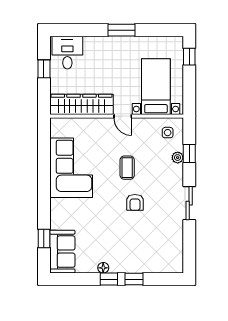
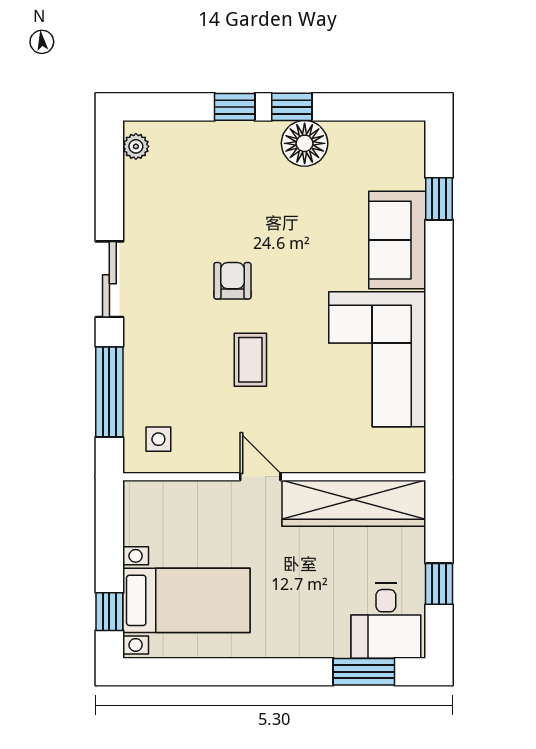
window: (122, 30) -> (364, 672), moved
bed with nightstands: (156, 87) -> (186, 600), moved, turned -90
window: (189, 153) -> (109, 392), width x2.17
plant: (178, 158) -> (136, 146), moved
sofa: (62, 252) -> (397, 240), moved
floor lamp: (103, 268) -> (305, 143), width x1.89, depth x1.89

